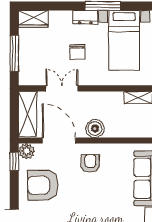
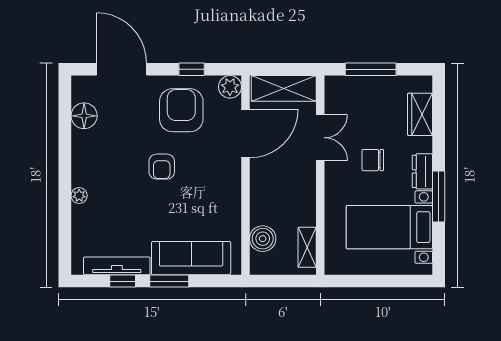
wardrobe: (33, 19) -> (420, 114), moved
boiler: (95, 128) -> (263, 239), moved
window: (14, 161) -> (192, 69), moved
armchair: (90, 163) -> (162, 167), moved, turned 90

